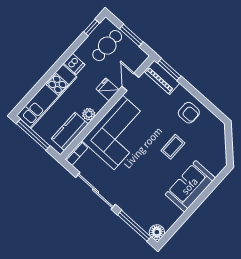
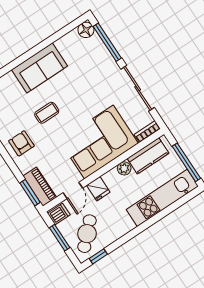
cafe table: (107, 46) -> (87, 234), turned -45
dishwasher: (74, 64) -> (59, 214), moved, turned 90

